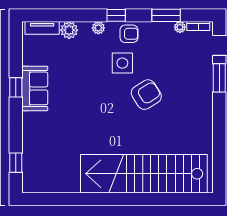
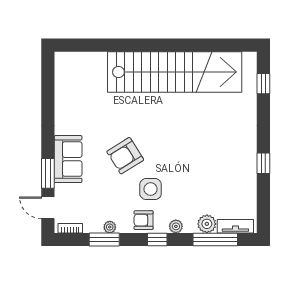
window: (61, 15) -> (215, 240), added
plant: (180, 27) -> (110, 227), moved
sofa: (35, 88) -> (68, 159), moved, turned 180
stairs: (144, 174) -> (175, 72), moved

